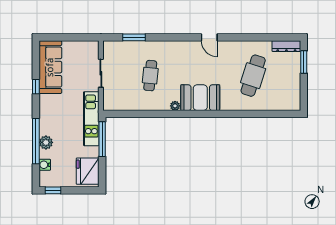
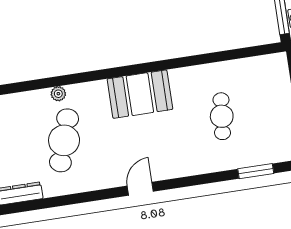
door: (209, 37) -> (140, 189), hinge flipped
plant: (175, 106) -> (58, 94), moved

